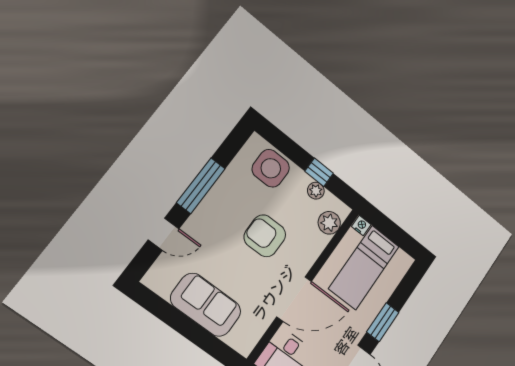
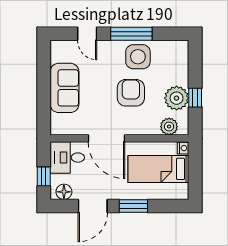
side table: (271, 168) -> (138, 57), moved
plant: (316, 191) -> (177, 98), width x1.87, depth x1.87

